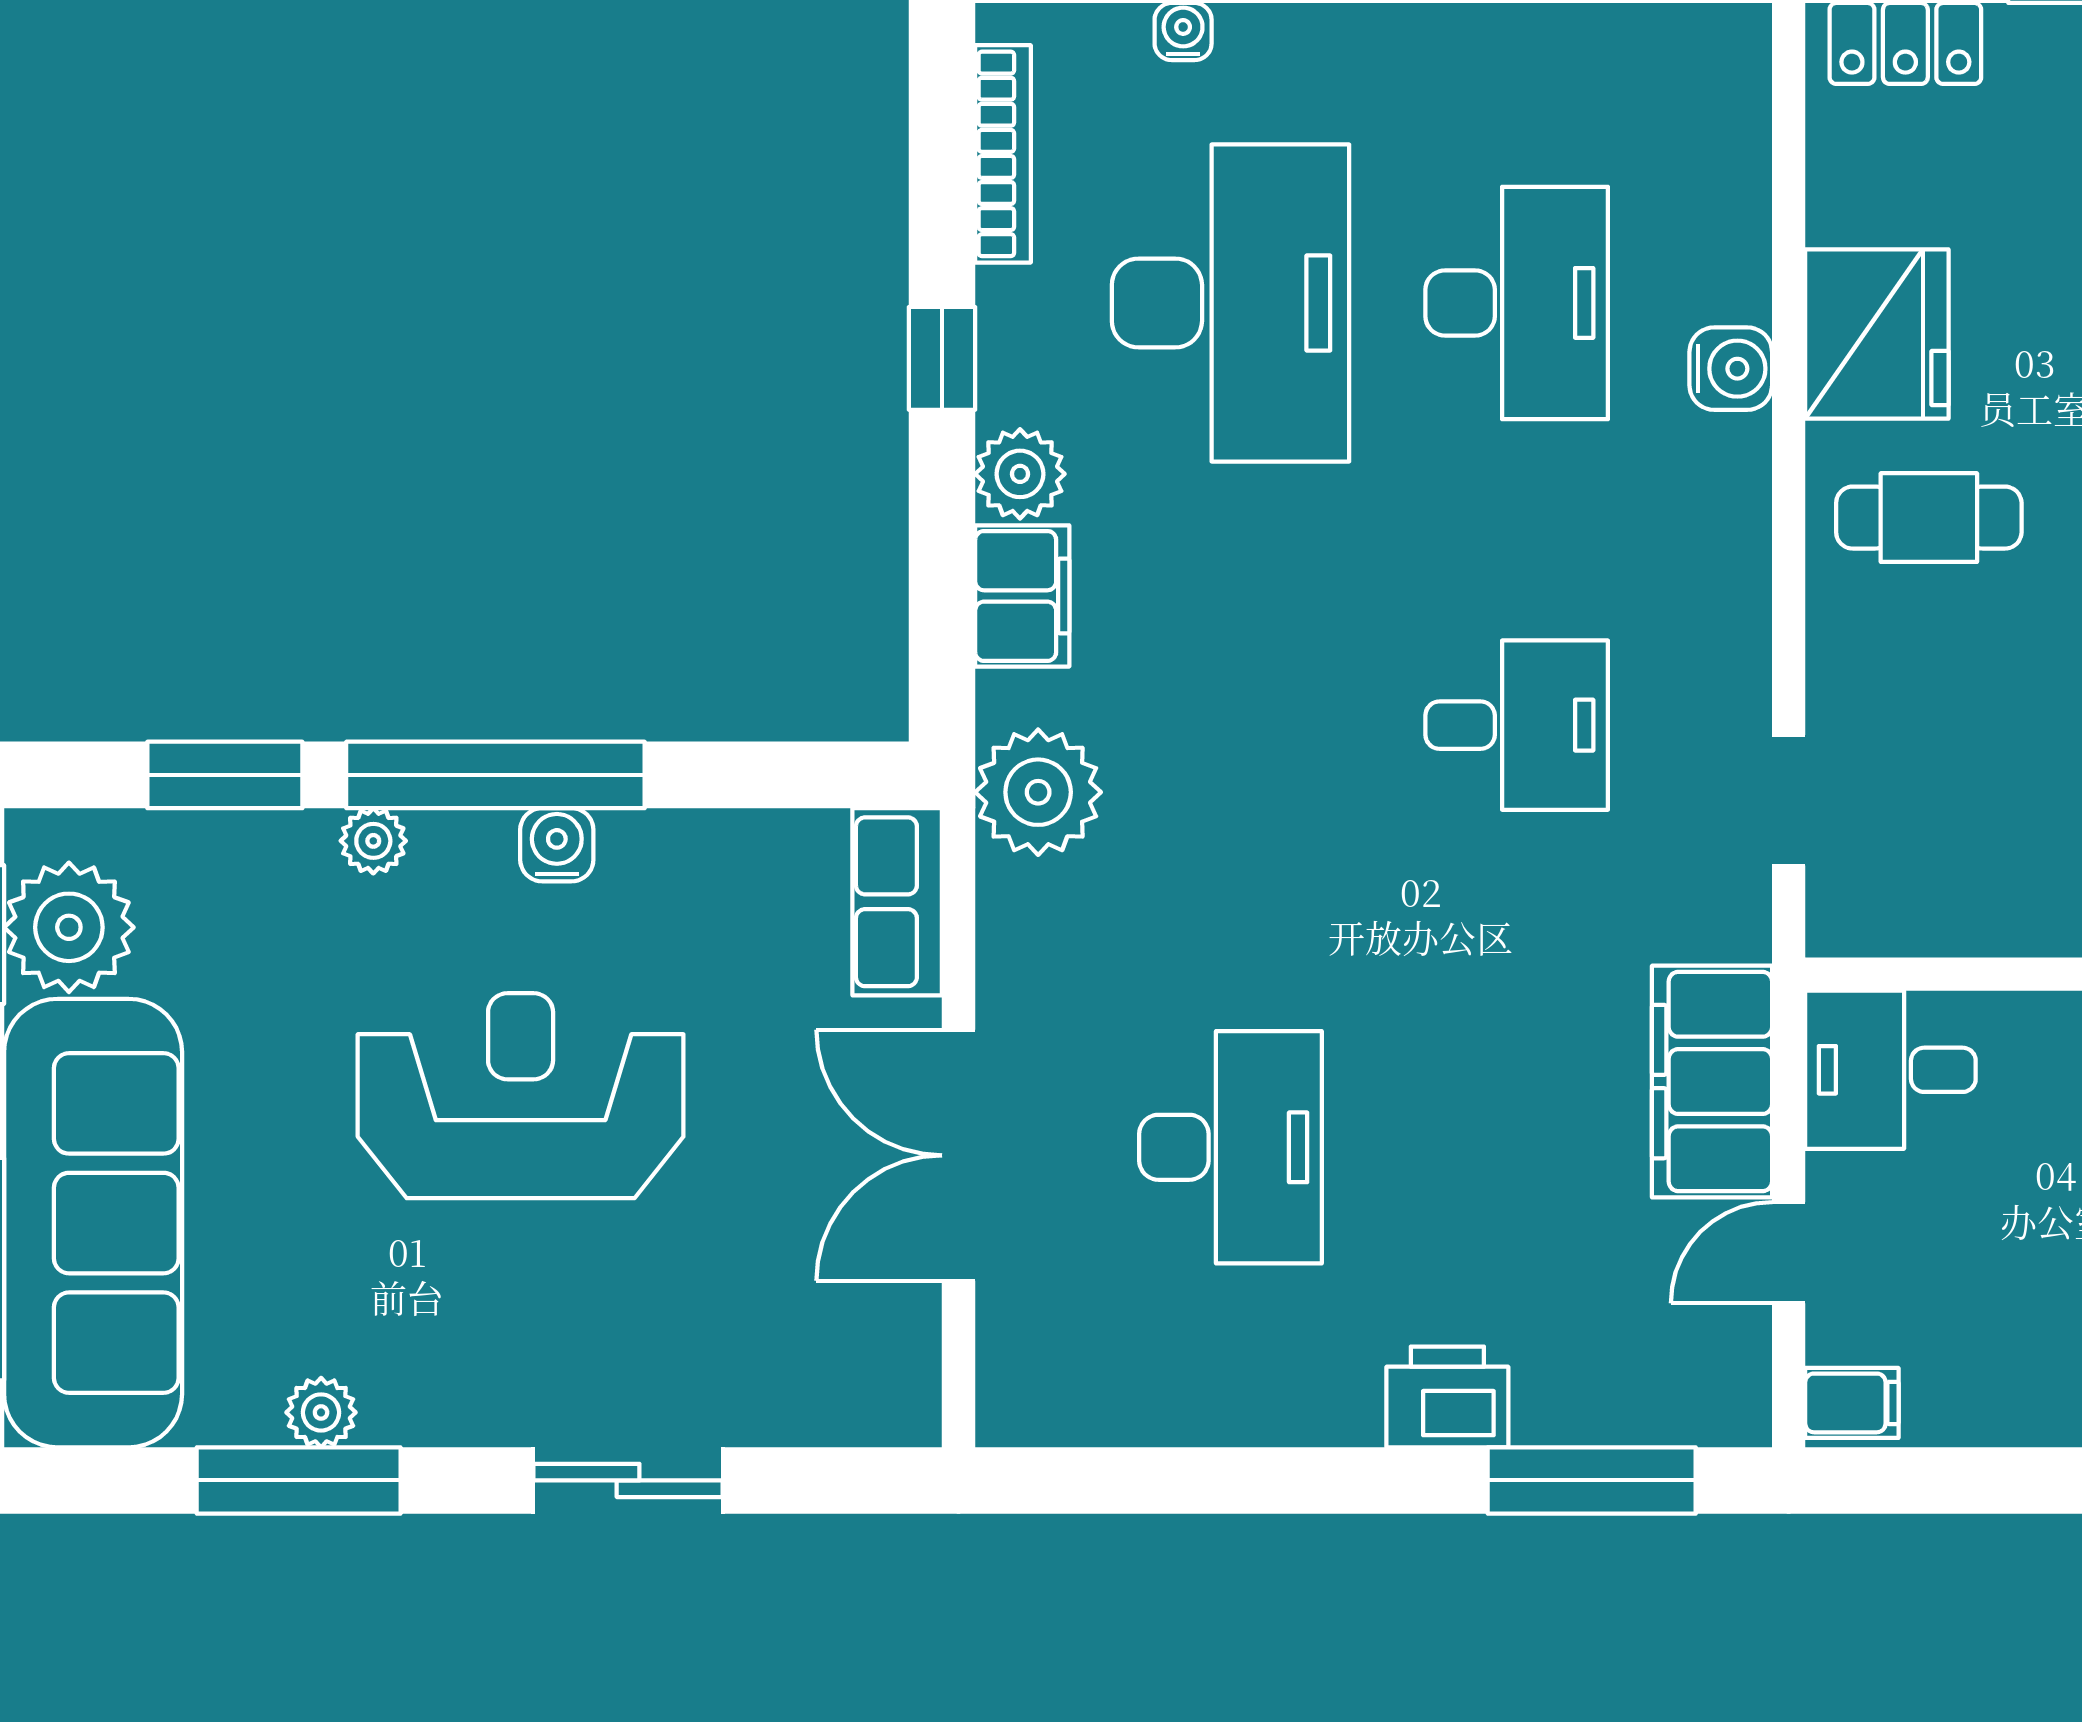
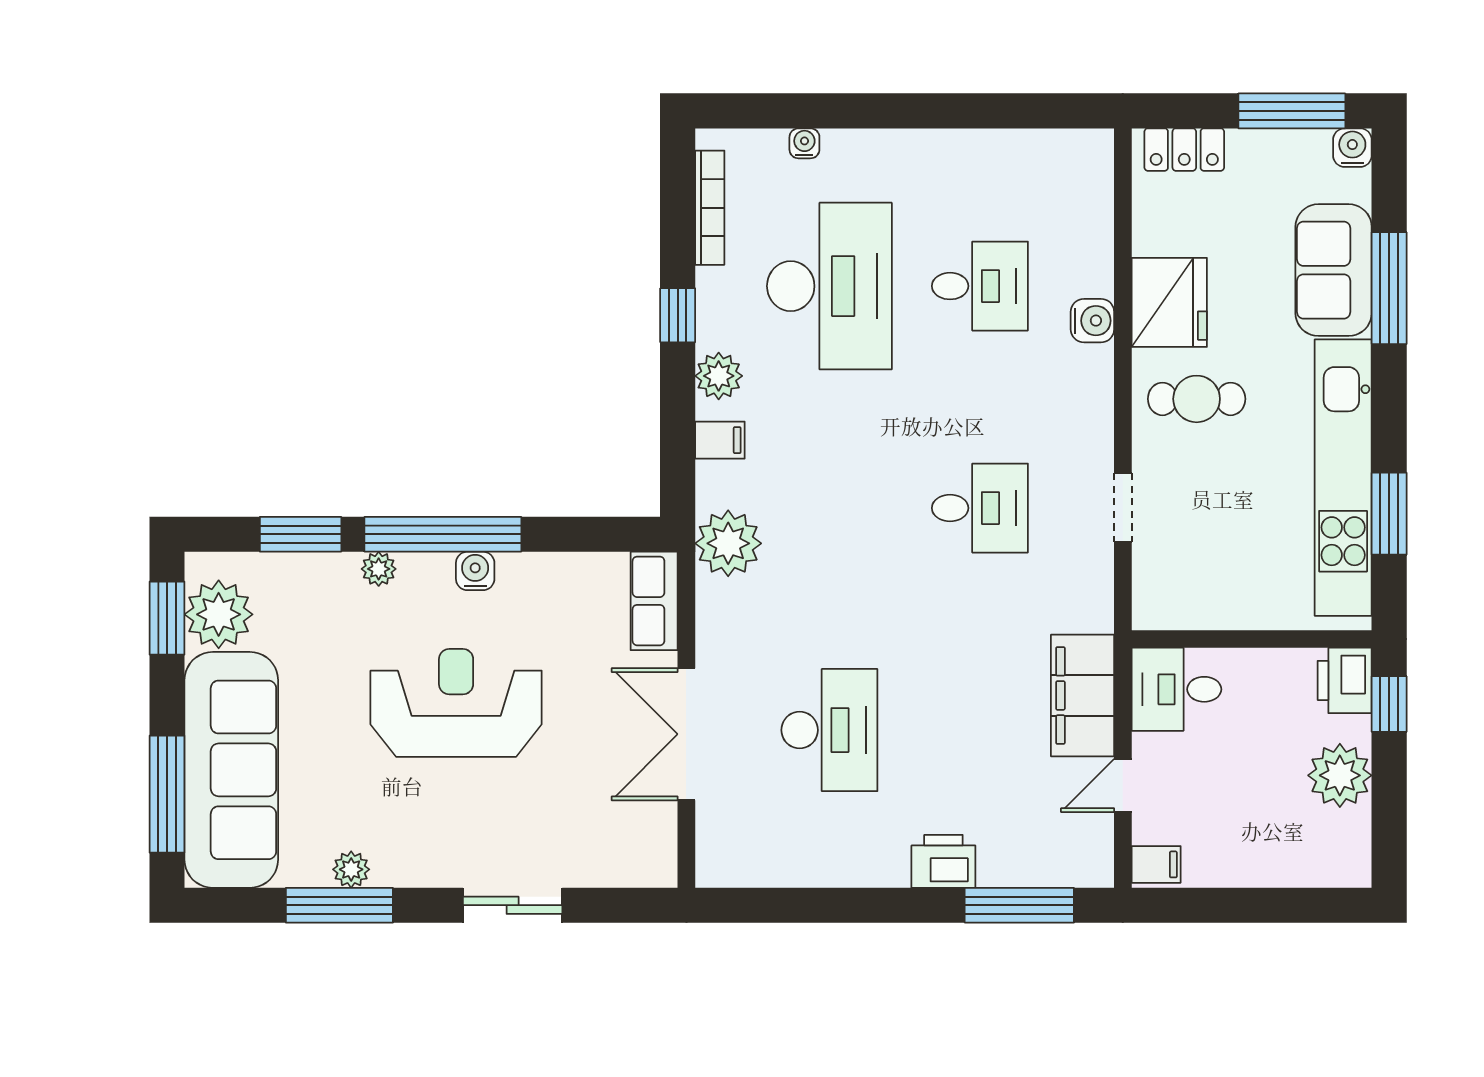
desk: (1517, 303) -> (980, 286), width x0.73
filing cabinet: (1022, 596) -> (720, 440), width x0.50
doorway: (1789, 800) -> (1123, 507), moved

